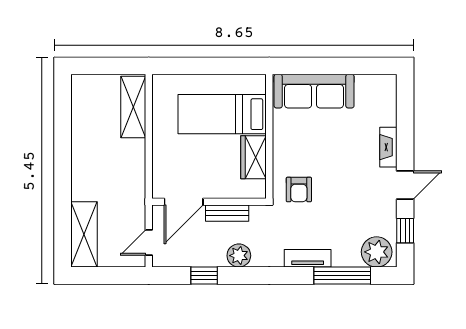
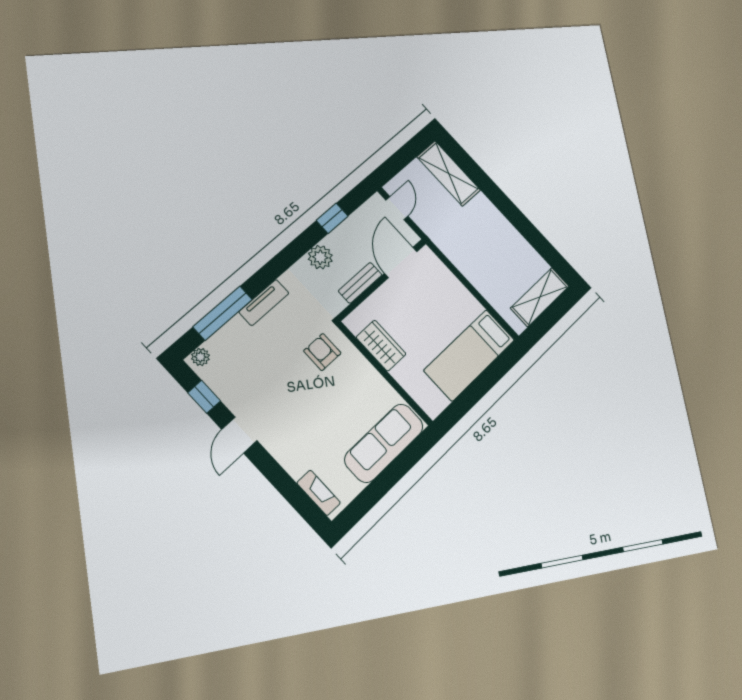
shelving: (133, 107) -> (540, 297), moved, turned 90
bed: (222, 114) -> (469, 355), moved, turned 180
fireplace: (388, 147) -> (319, 493), moved
plant: (377, 252) -> (200, 357), width x0.53, depth x0.53

